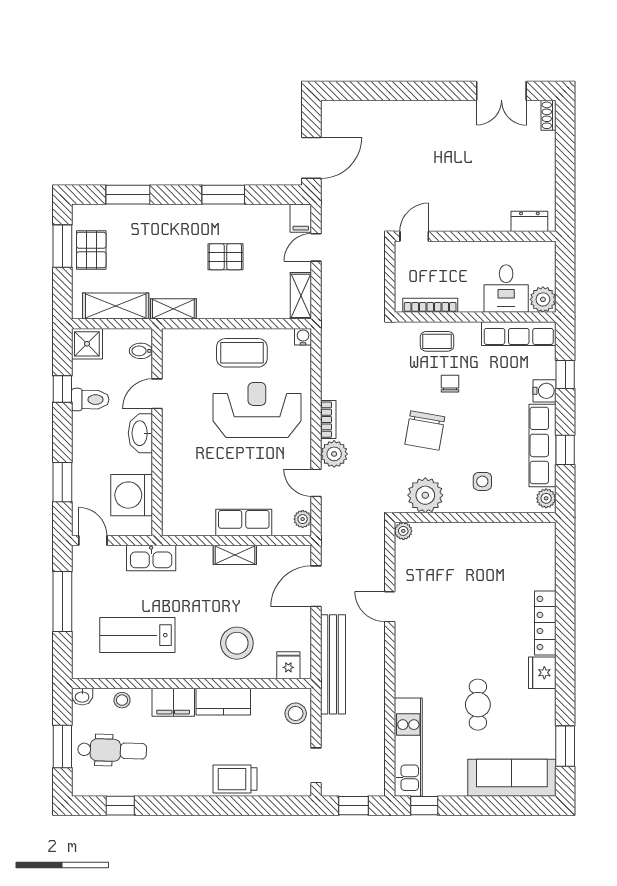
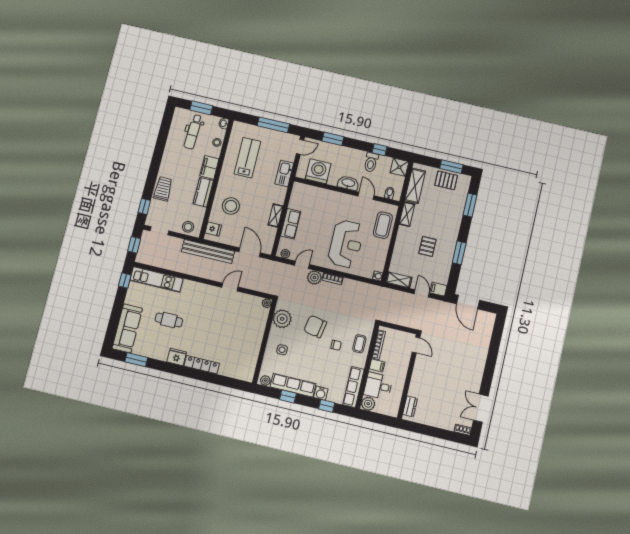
filing cabinet: (469, 299) -> (377, 366), added
coffee table: (242, 353) -> (383, 225), moved
window: (120, 806) -> (144, 206), moved

